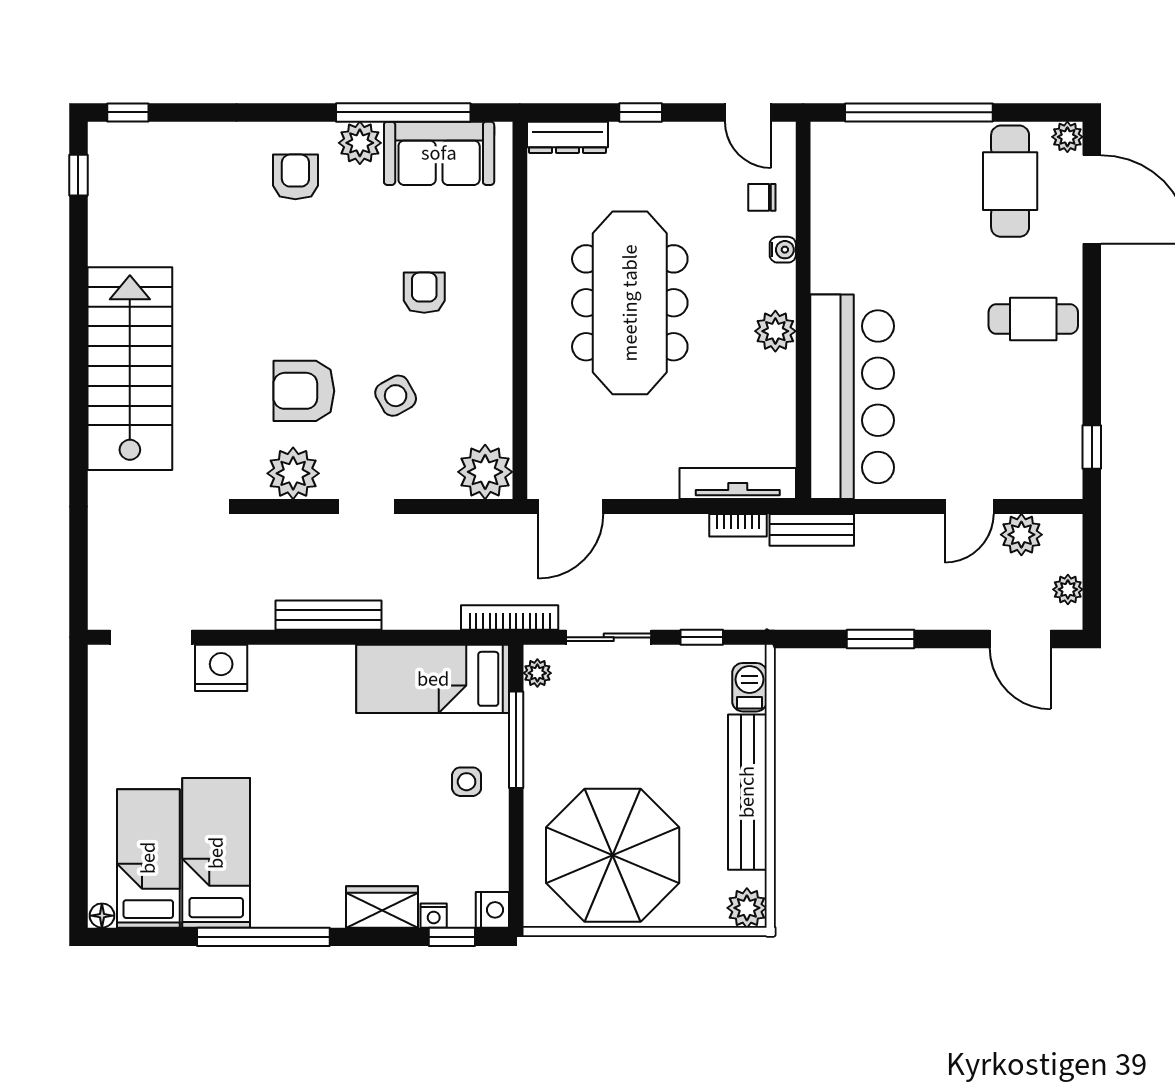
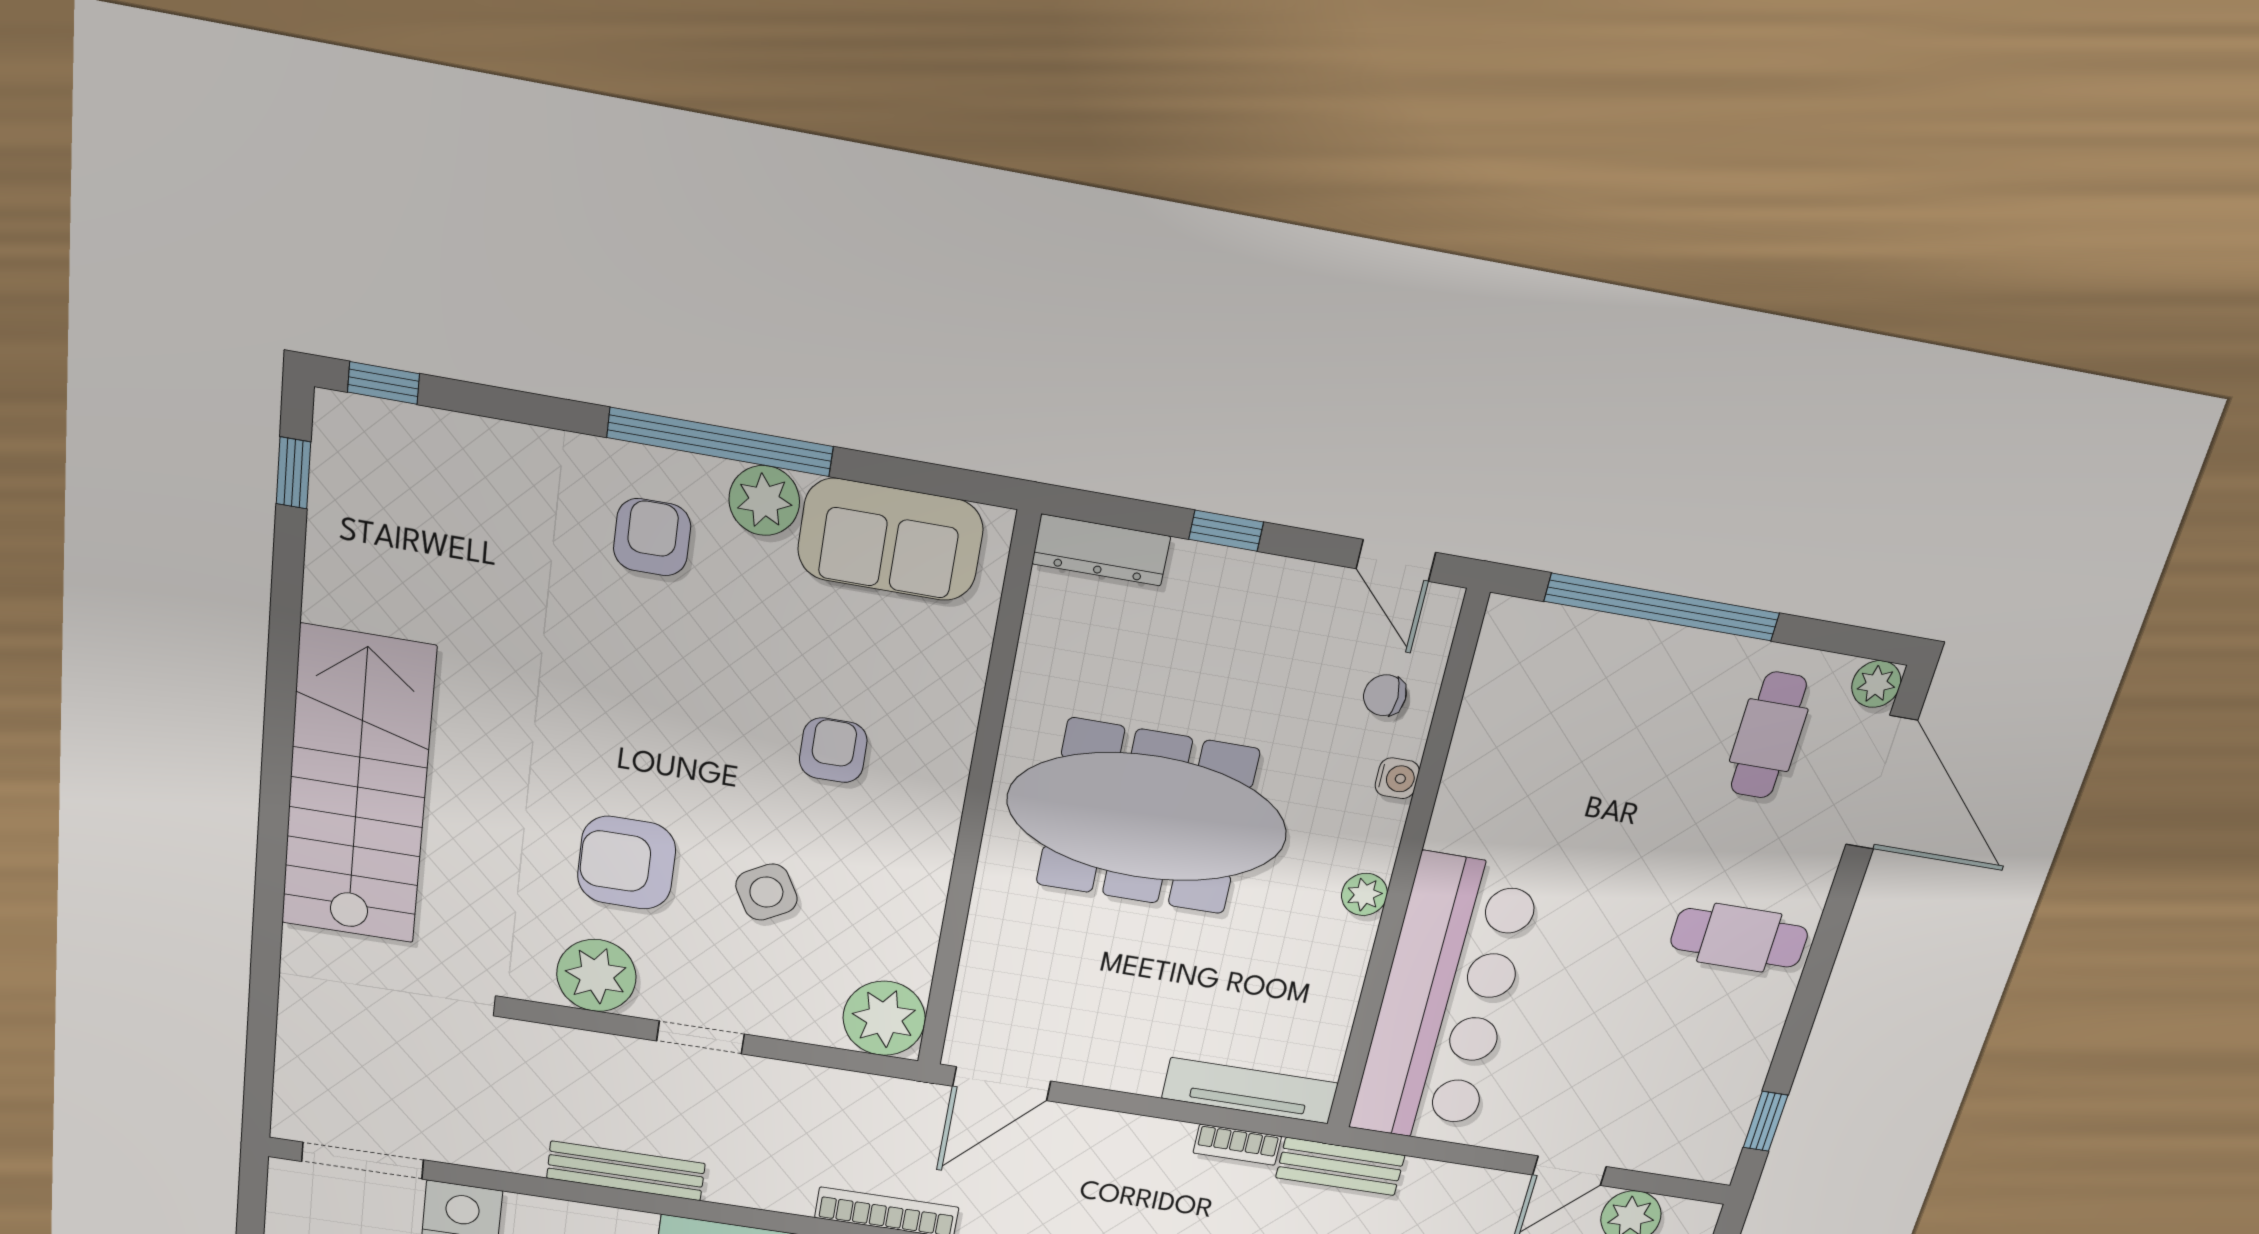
window: (403, 112) -> (720, 442), moved
cafe table: (1010, 181) -> (1769, 735), width x0.73, depth x0.74
meeting table: (630, 303) -> (1147, 817), turned 90
plant: (775, 331) -> (1364, 894), width x0.73, depth x0.73

